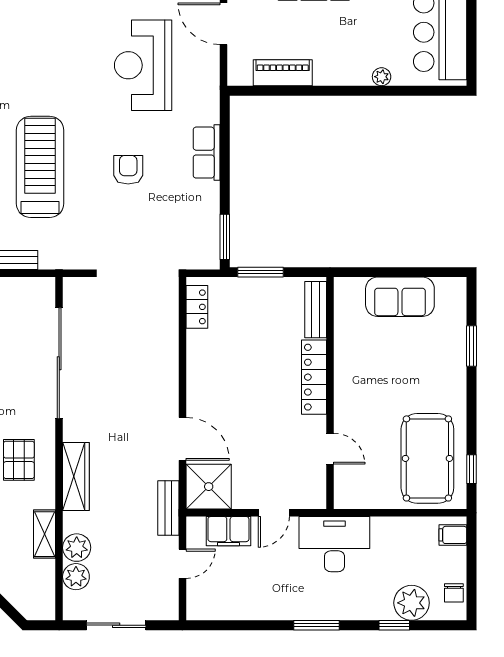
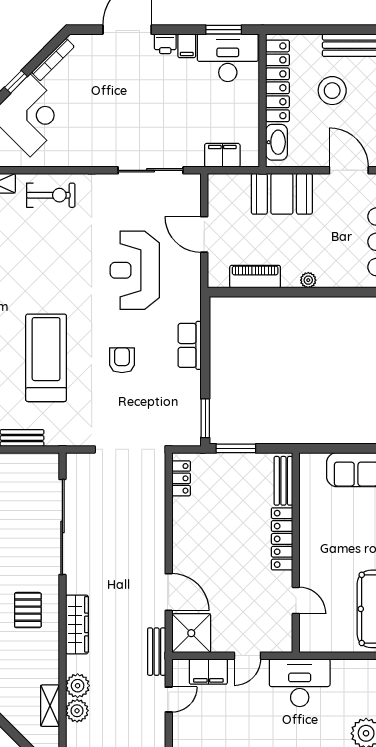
plant: (382, 77) -> (308, 280), moved
shelving: (45, 534) -> (50, 706), moved

